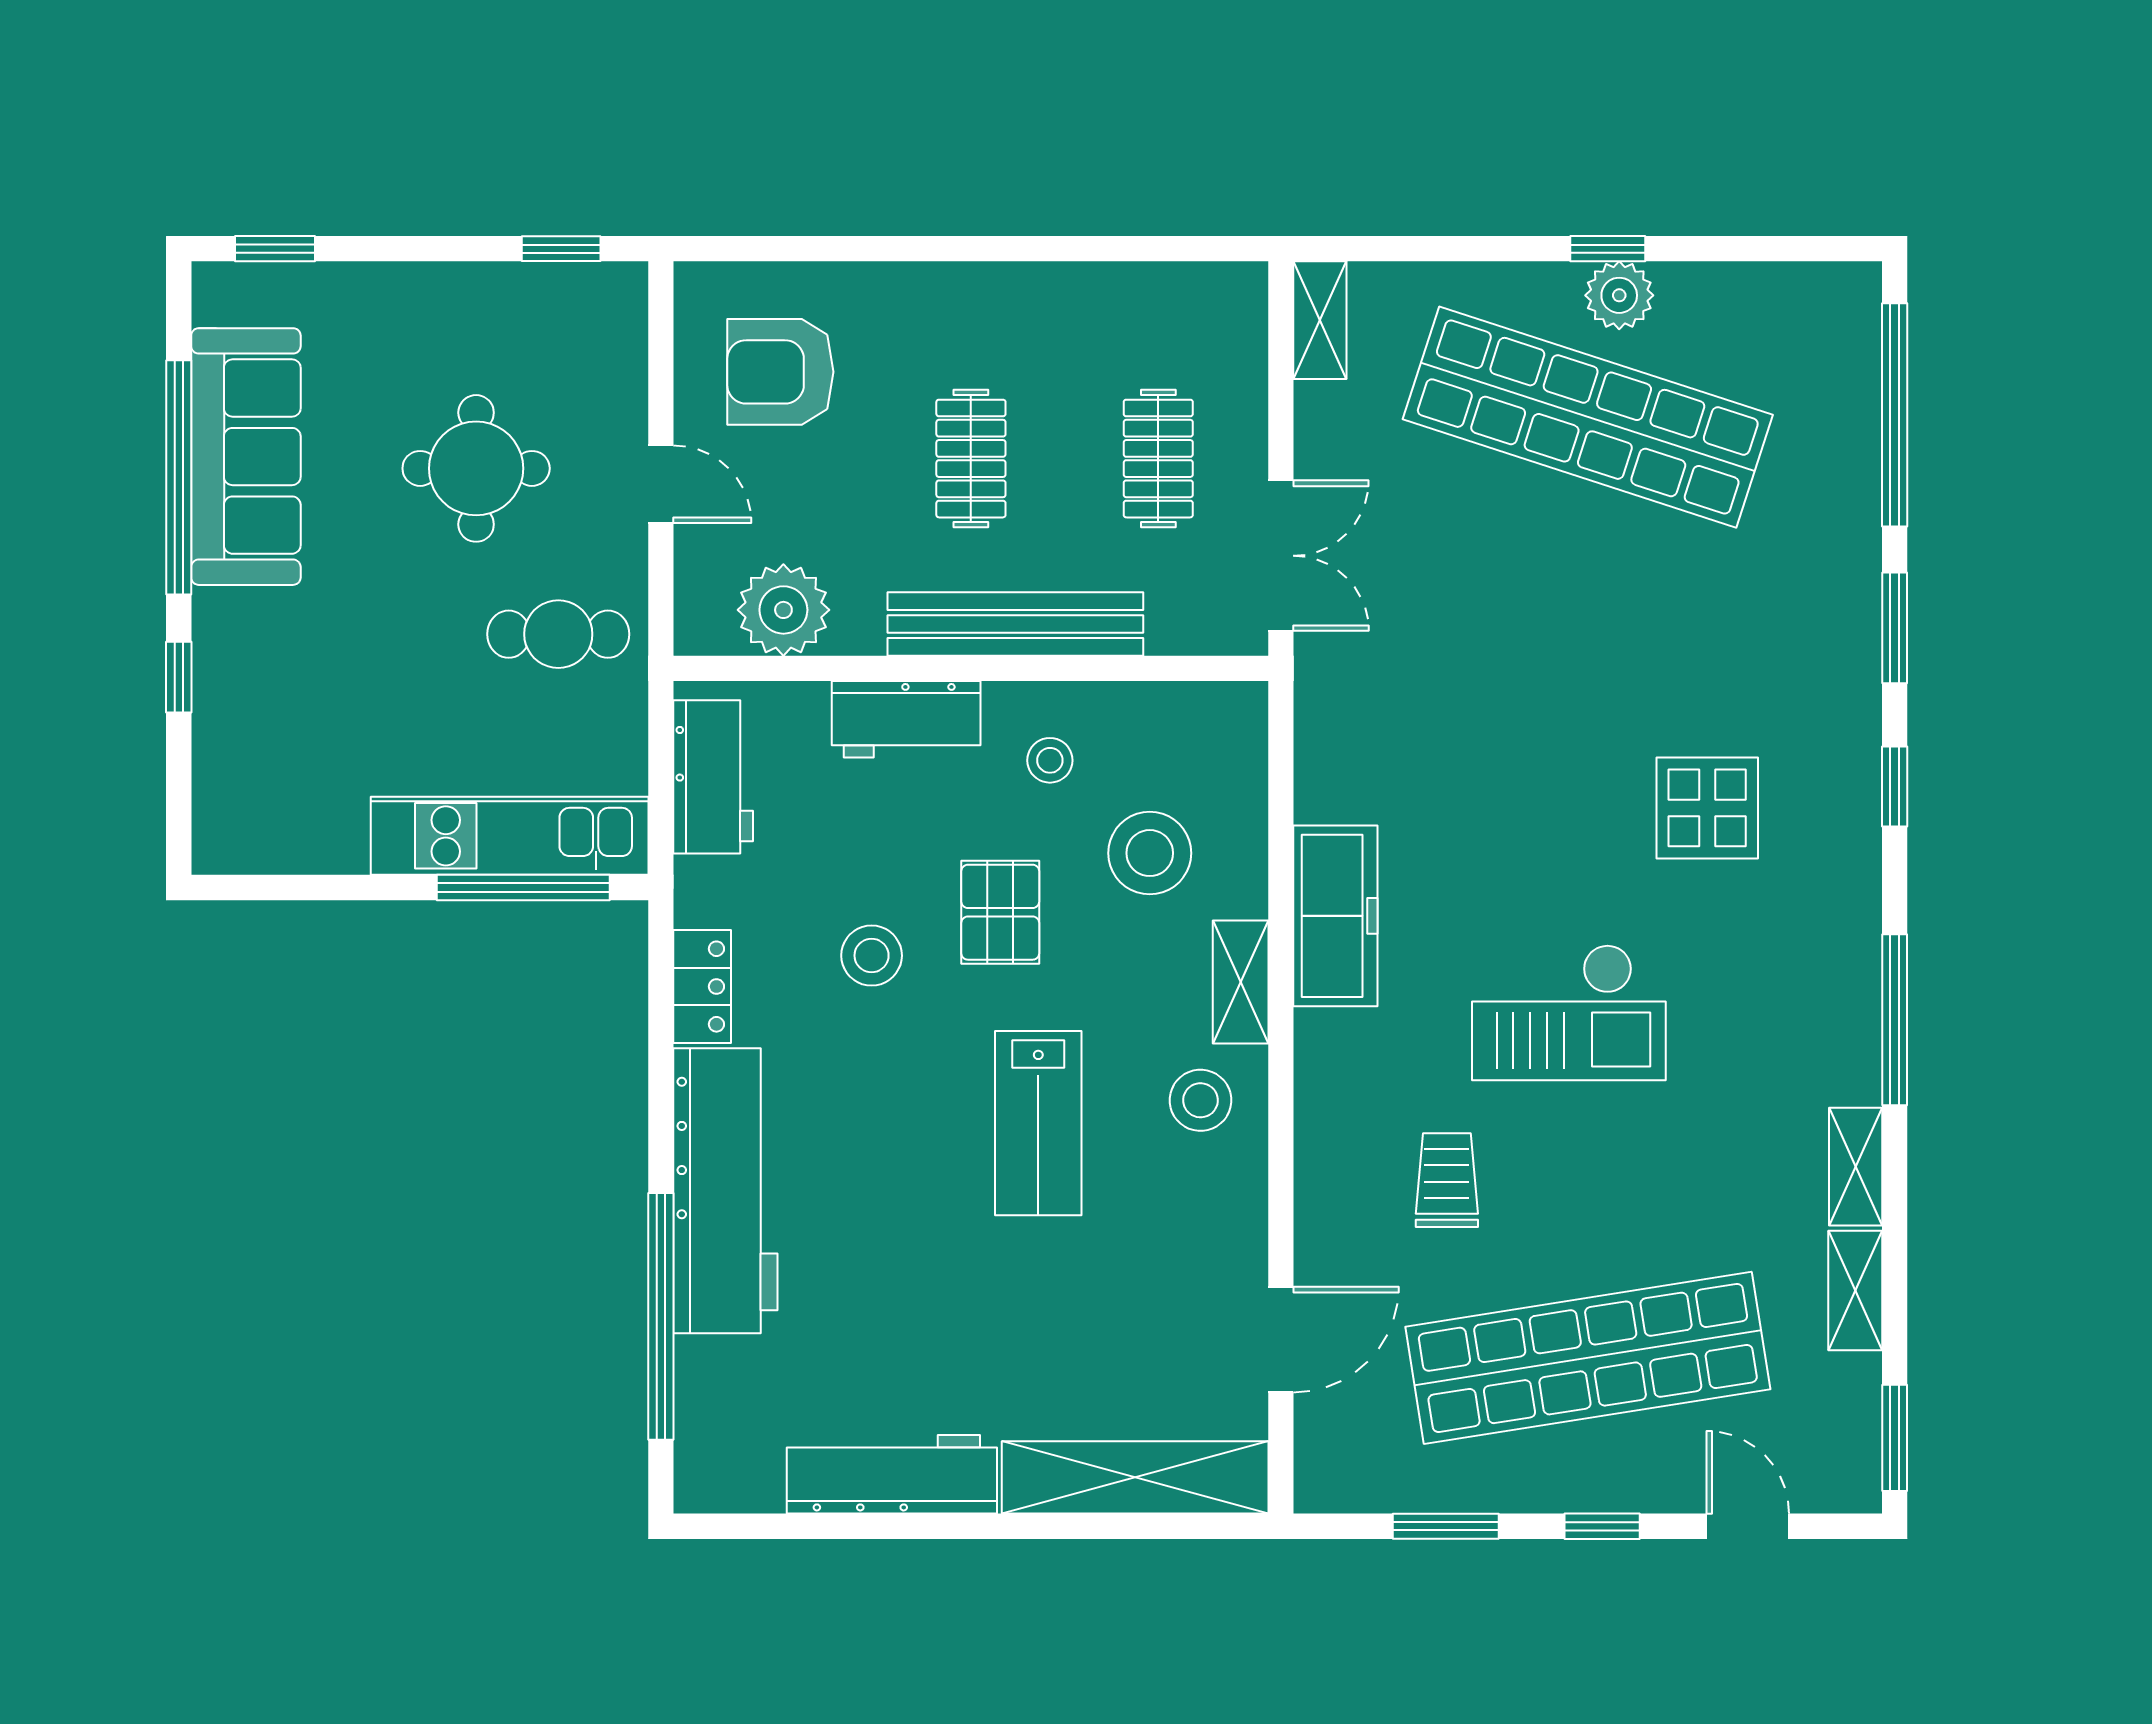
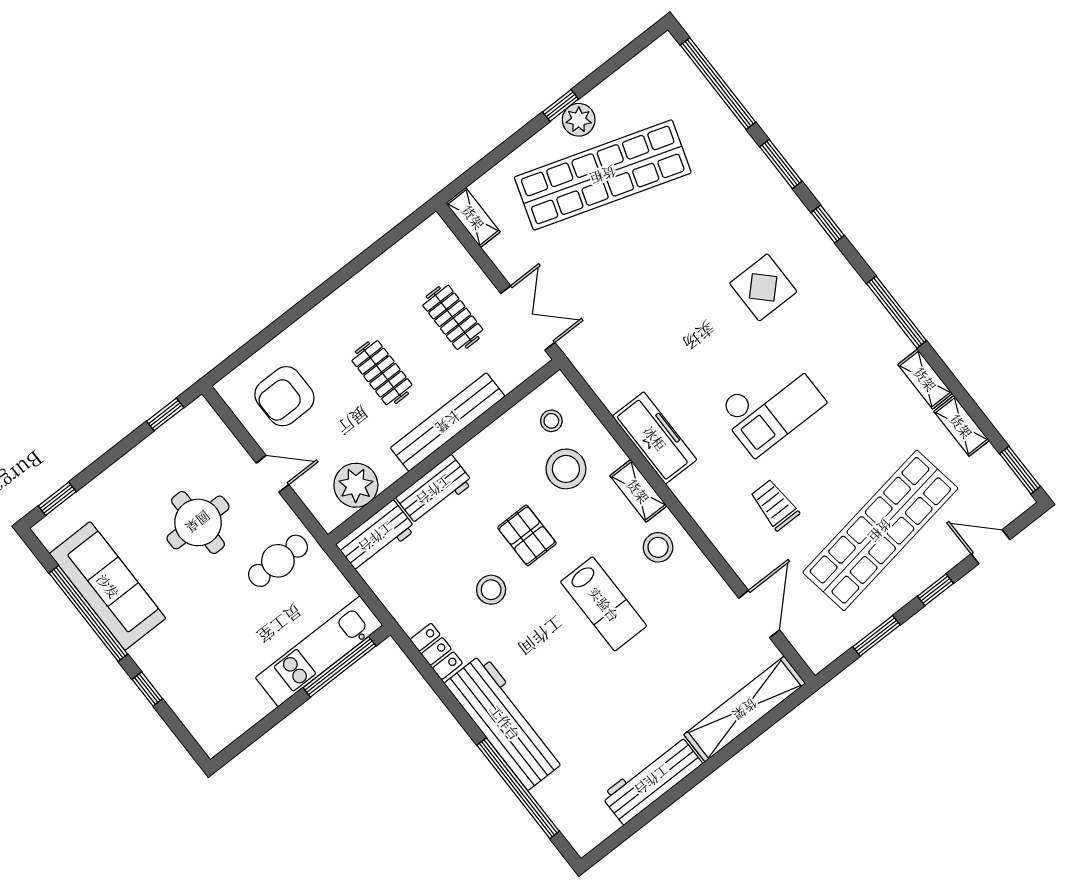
stool: (1050, 760) -> (551, 421), moved
workbench: (713, 777) -> (376, 537), moved, turned 90

